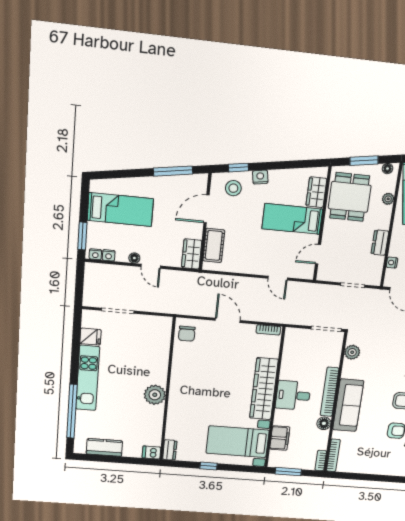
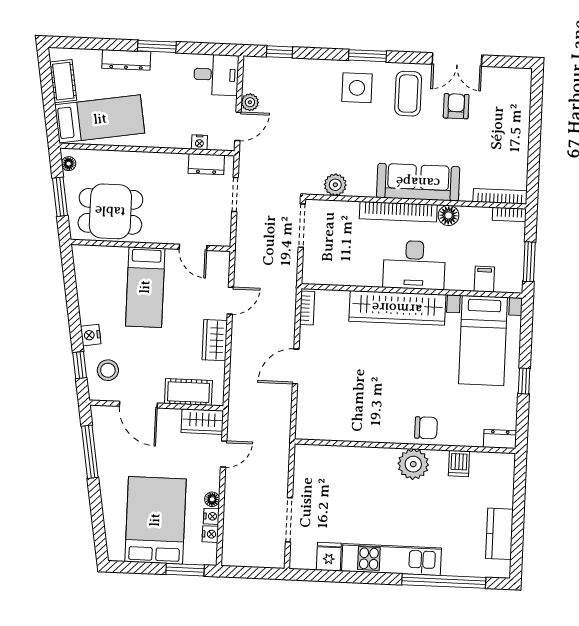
wardrobe: (316, 192) -> (215, 340), moved, turned 90
plant: (388, 199) -> (110, 158), removed
bed: (120, 210) -> (155, 520), width x1.50
dresser: (380, 243) -> (206, 164), moved
nightstand: (95, 254) -> (211, 516), moved
door: (151, 266) -> (224, 454), moved
chair: (187, 334) -> (426, 428), moved
desk: (293, 395) -> (414, 265), width x1.37
filing cabinet: (280, 438) -> (484, 279), width x0.50
dishwasher: (151, 453) -> (459, 464), moved

